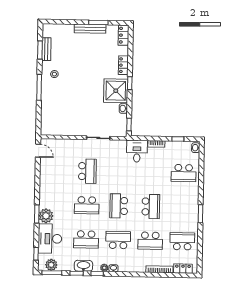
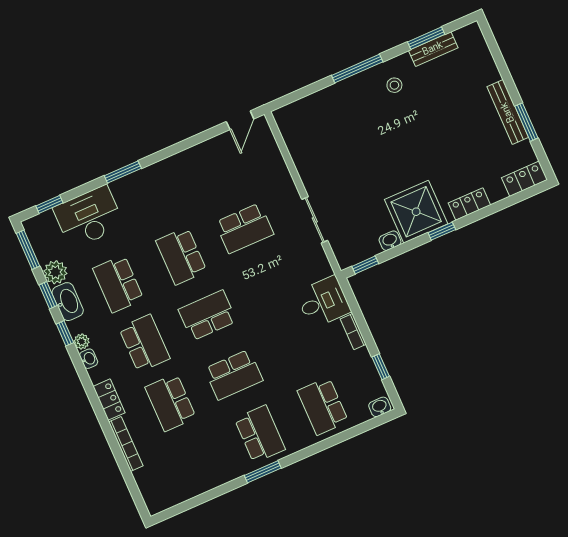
plant: (46, 216) -> (127, 190), removed
school desk: (182, 241) -> (260, 434), moved
plant: (51, 265) -> (55, 272), moved
locker: (183, 269) -> (109, 400), moved

